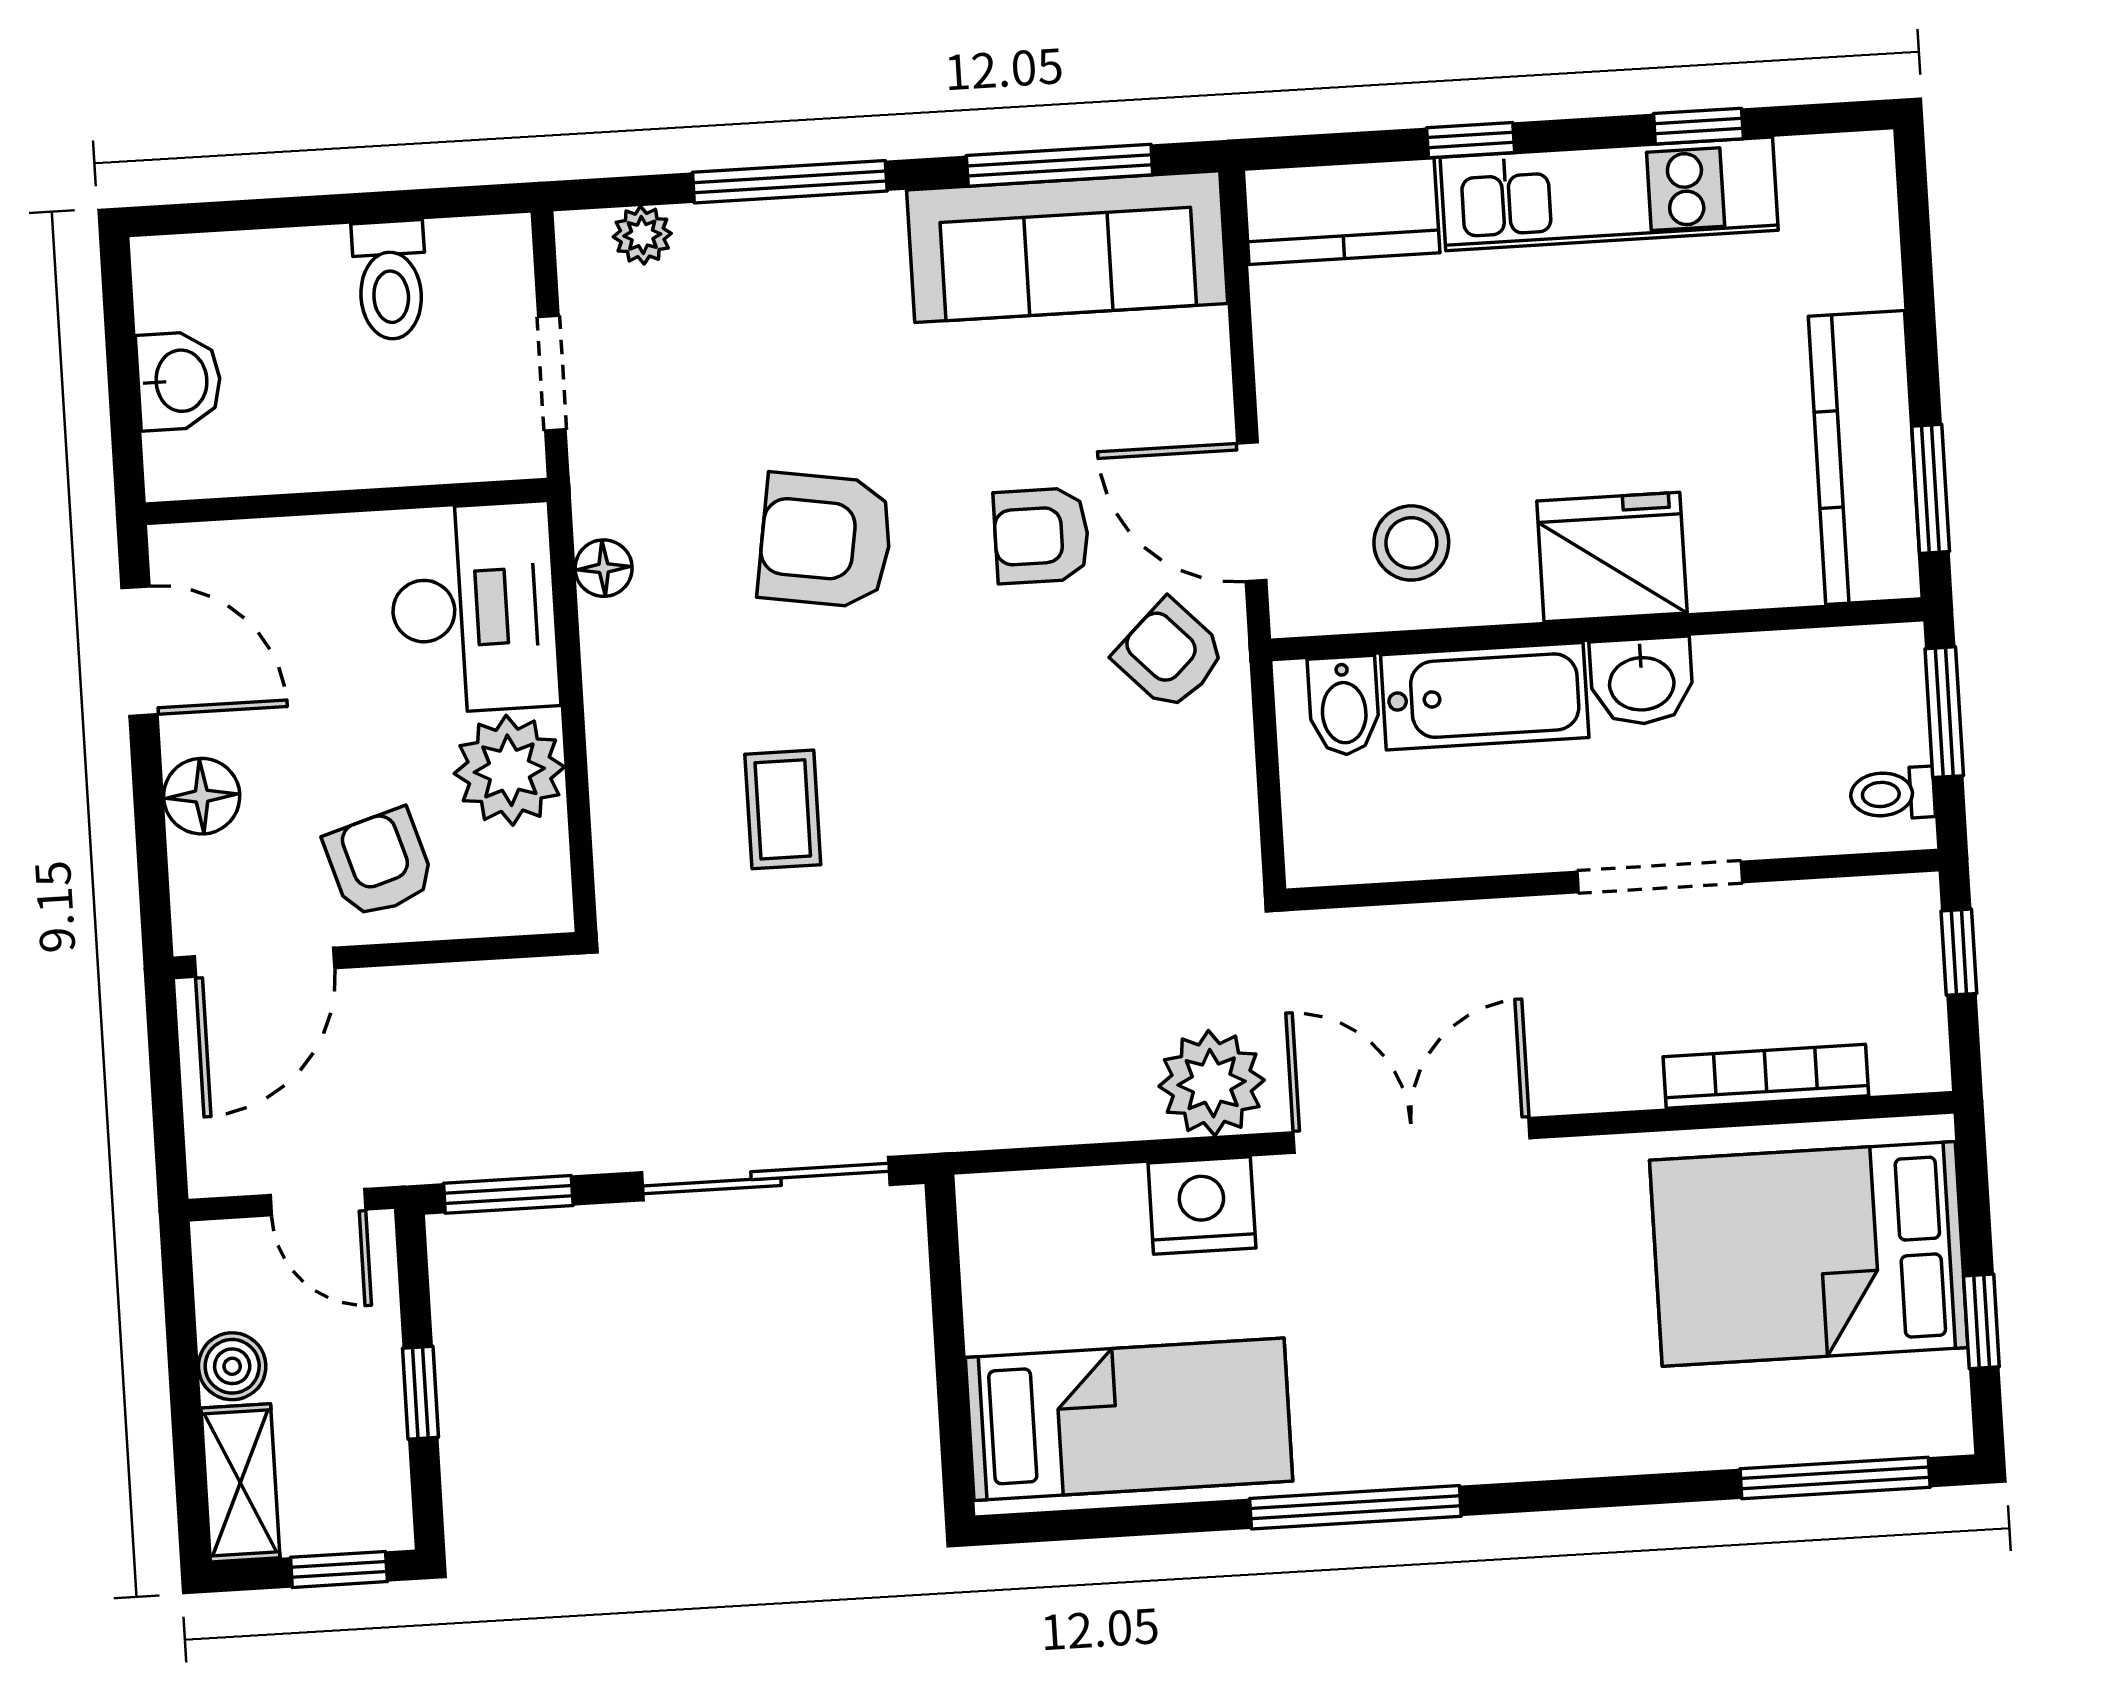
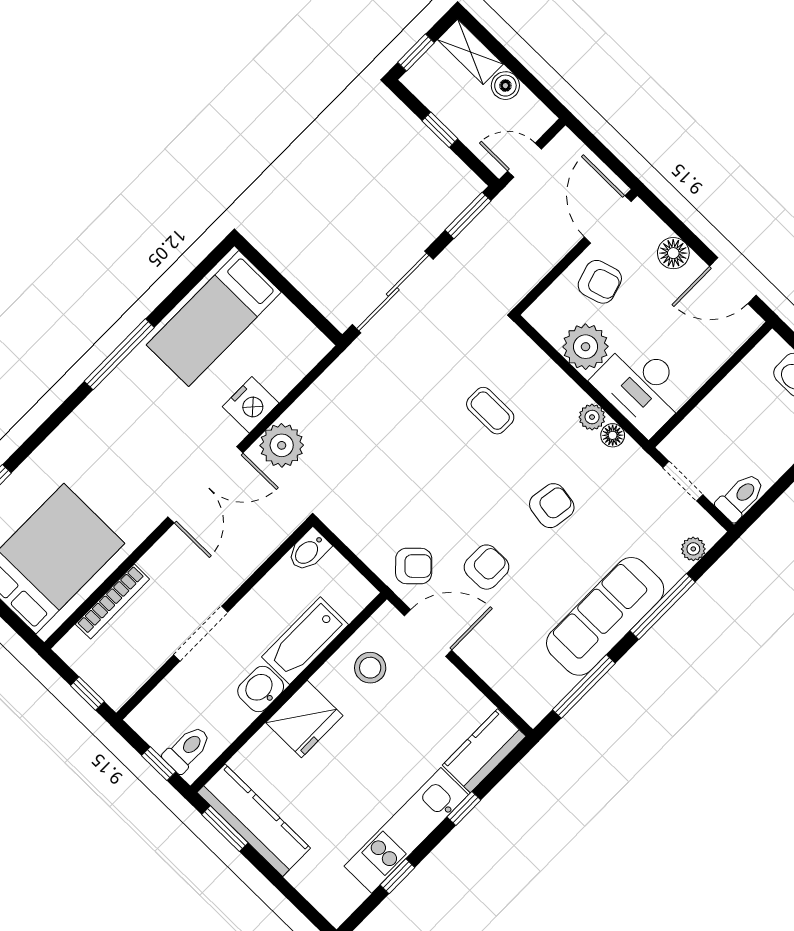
sofa: (1067, 247) -> (605, 616), moved
toilet: (390, 280) -> (741, 497), moved, turned 90
armchair: (826, 540) -> (552, 506), width x0.72, depth x0.72
plant: (611, 634) -> (592, 417), added
bidet: (1344, 706) -> (309, 550), moved, turned -90
window: (1944, 712) -> (159, 764), width x0.67
toilet: (1892, 794) -> (187, 749), moved, width x1.37, depth x1.39

